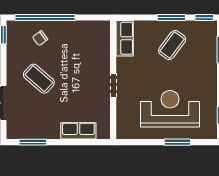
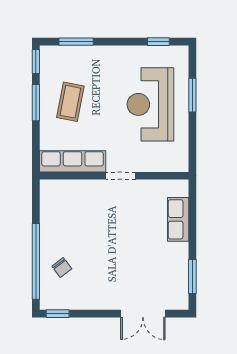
row of seats: (125, 38) -> (73, 161), width x1.48
coffee table: (172, 45) -> (70, 102), turned 64
coffee table: (39, 79) -> (113, 269), removed

